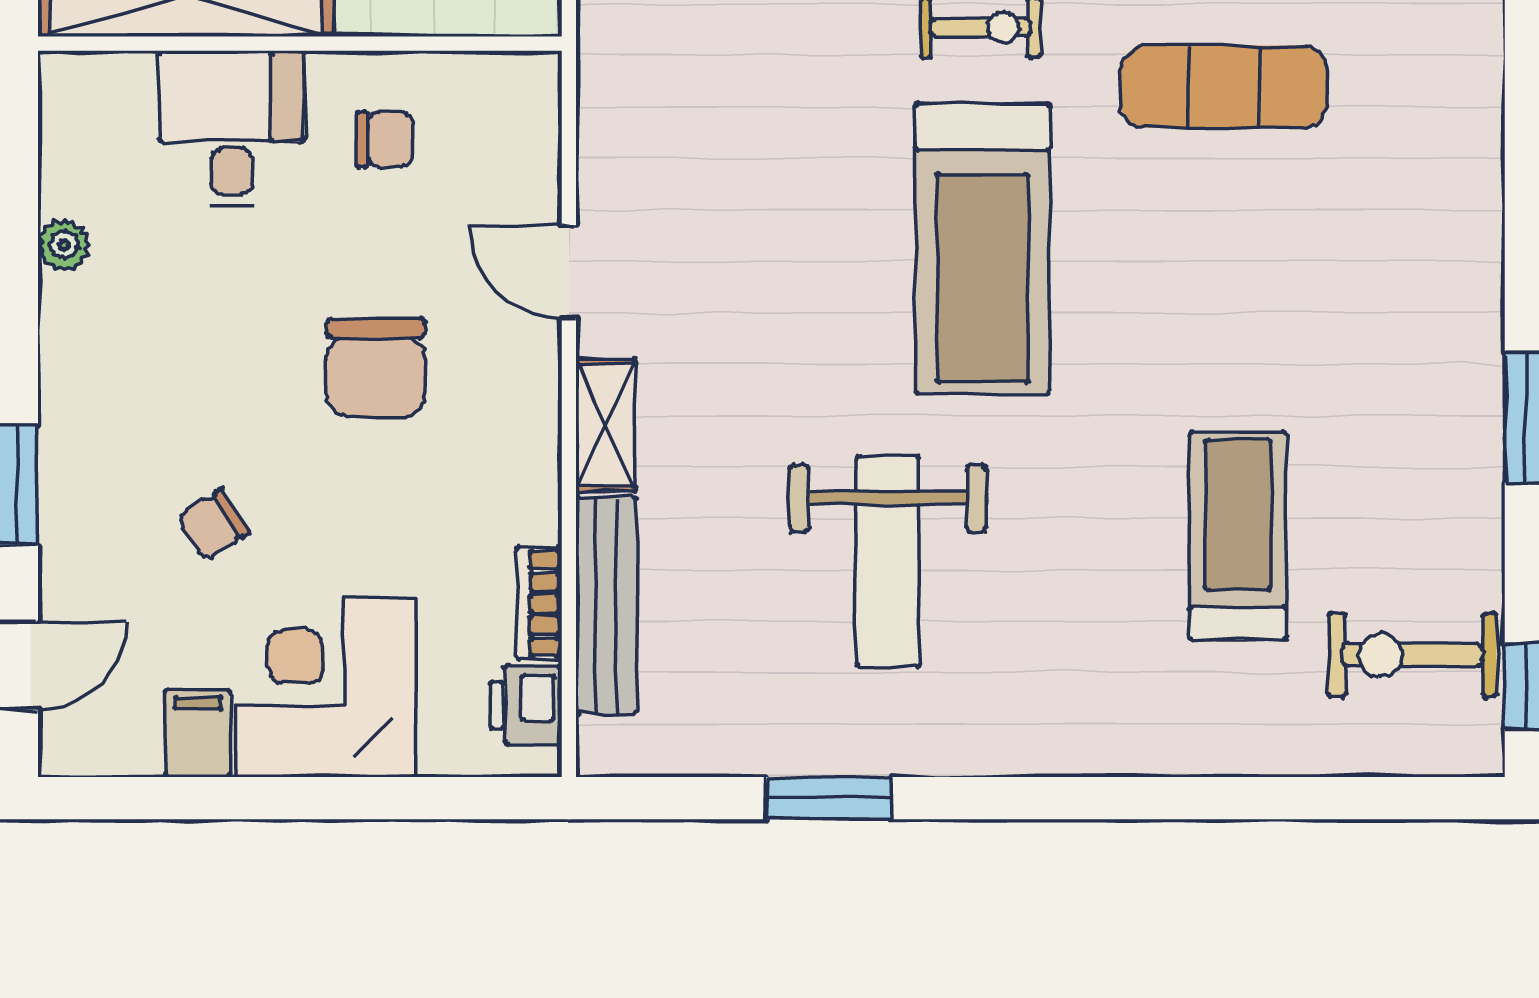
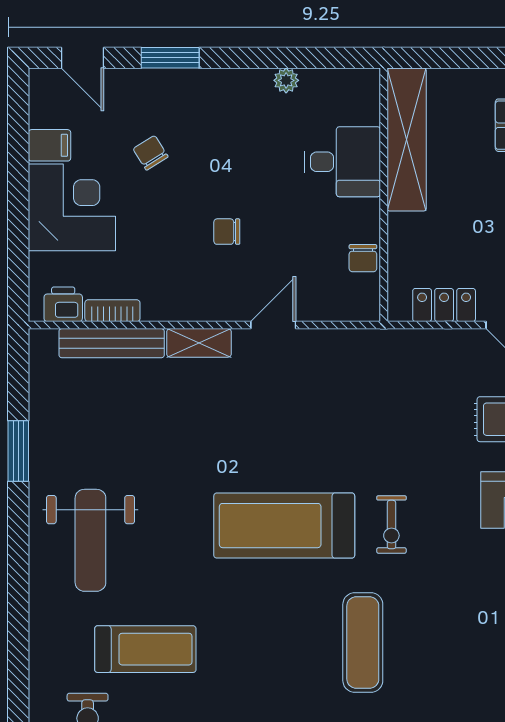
chair: (385, 139) -> (363, 258), moved
chair: (376, 367) -> (227, 232), width x0.54, depth x0.54
weight bench: (888, 562) -> (90, 540), moved, turned -90

